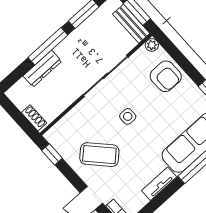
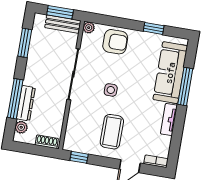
window: (48, 46) -> (15, 99), moved
plant: (21, 87) -> (21, 127), added
coffee table: (99, 155) -> (112, 132), turned -47

